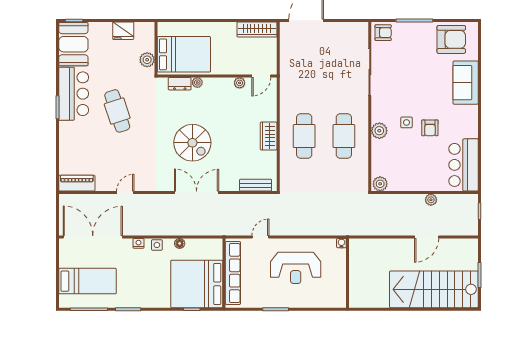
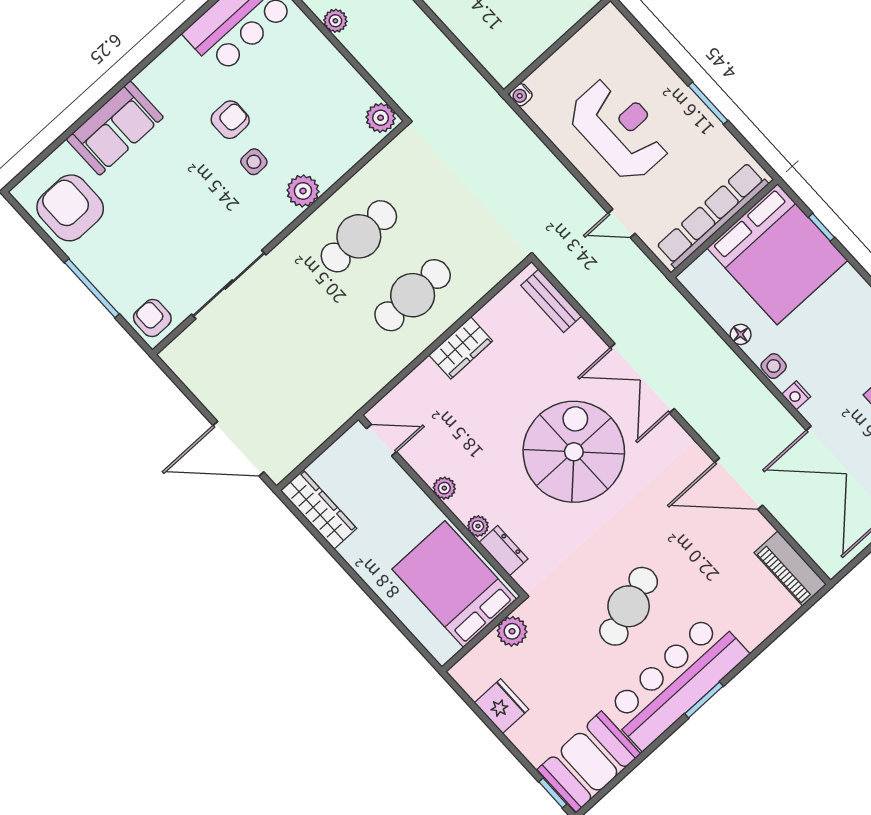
plant: (240, 83) -> (444, 488), moved
bar counter: (74, 94) -> (676, 681), width x1.36
spiral stairs: (192, 143) -> (574, 452), width x1.37, depth x1.37
door: (125, 193) -> (739, 484), width x1.88

